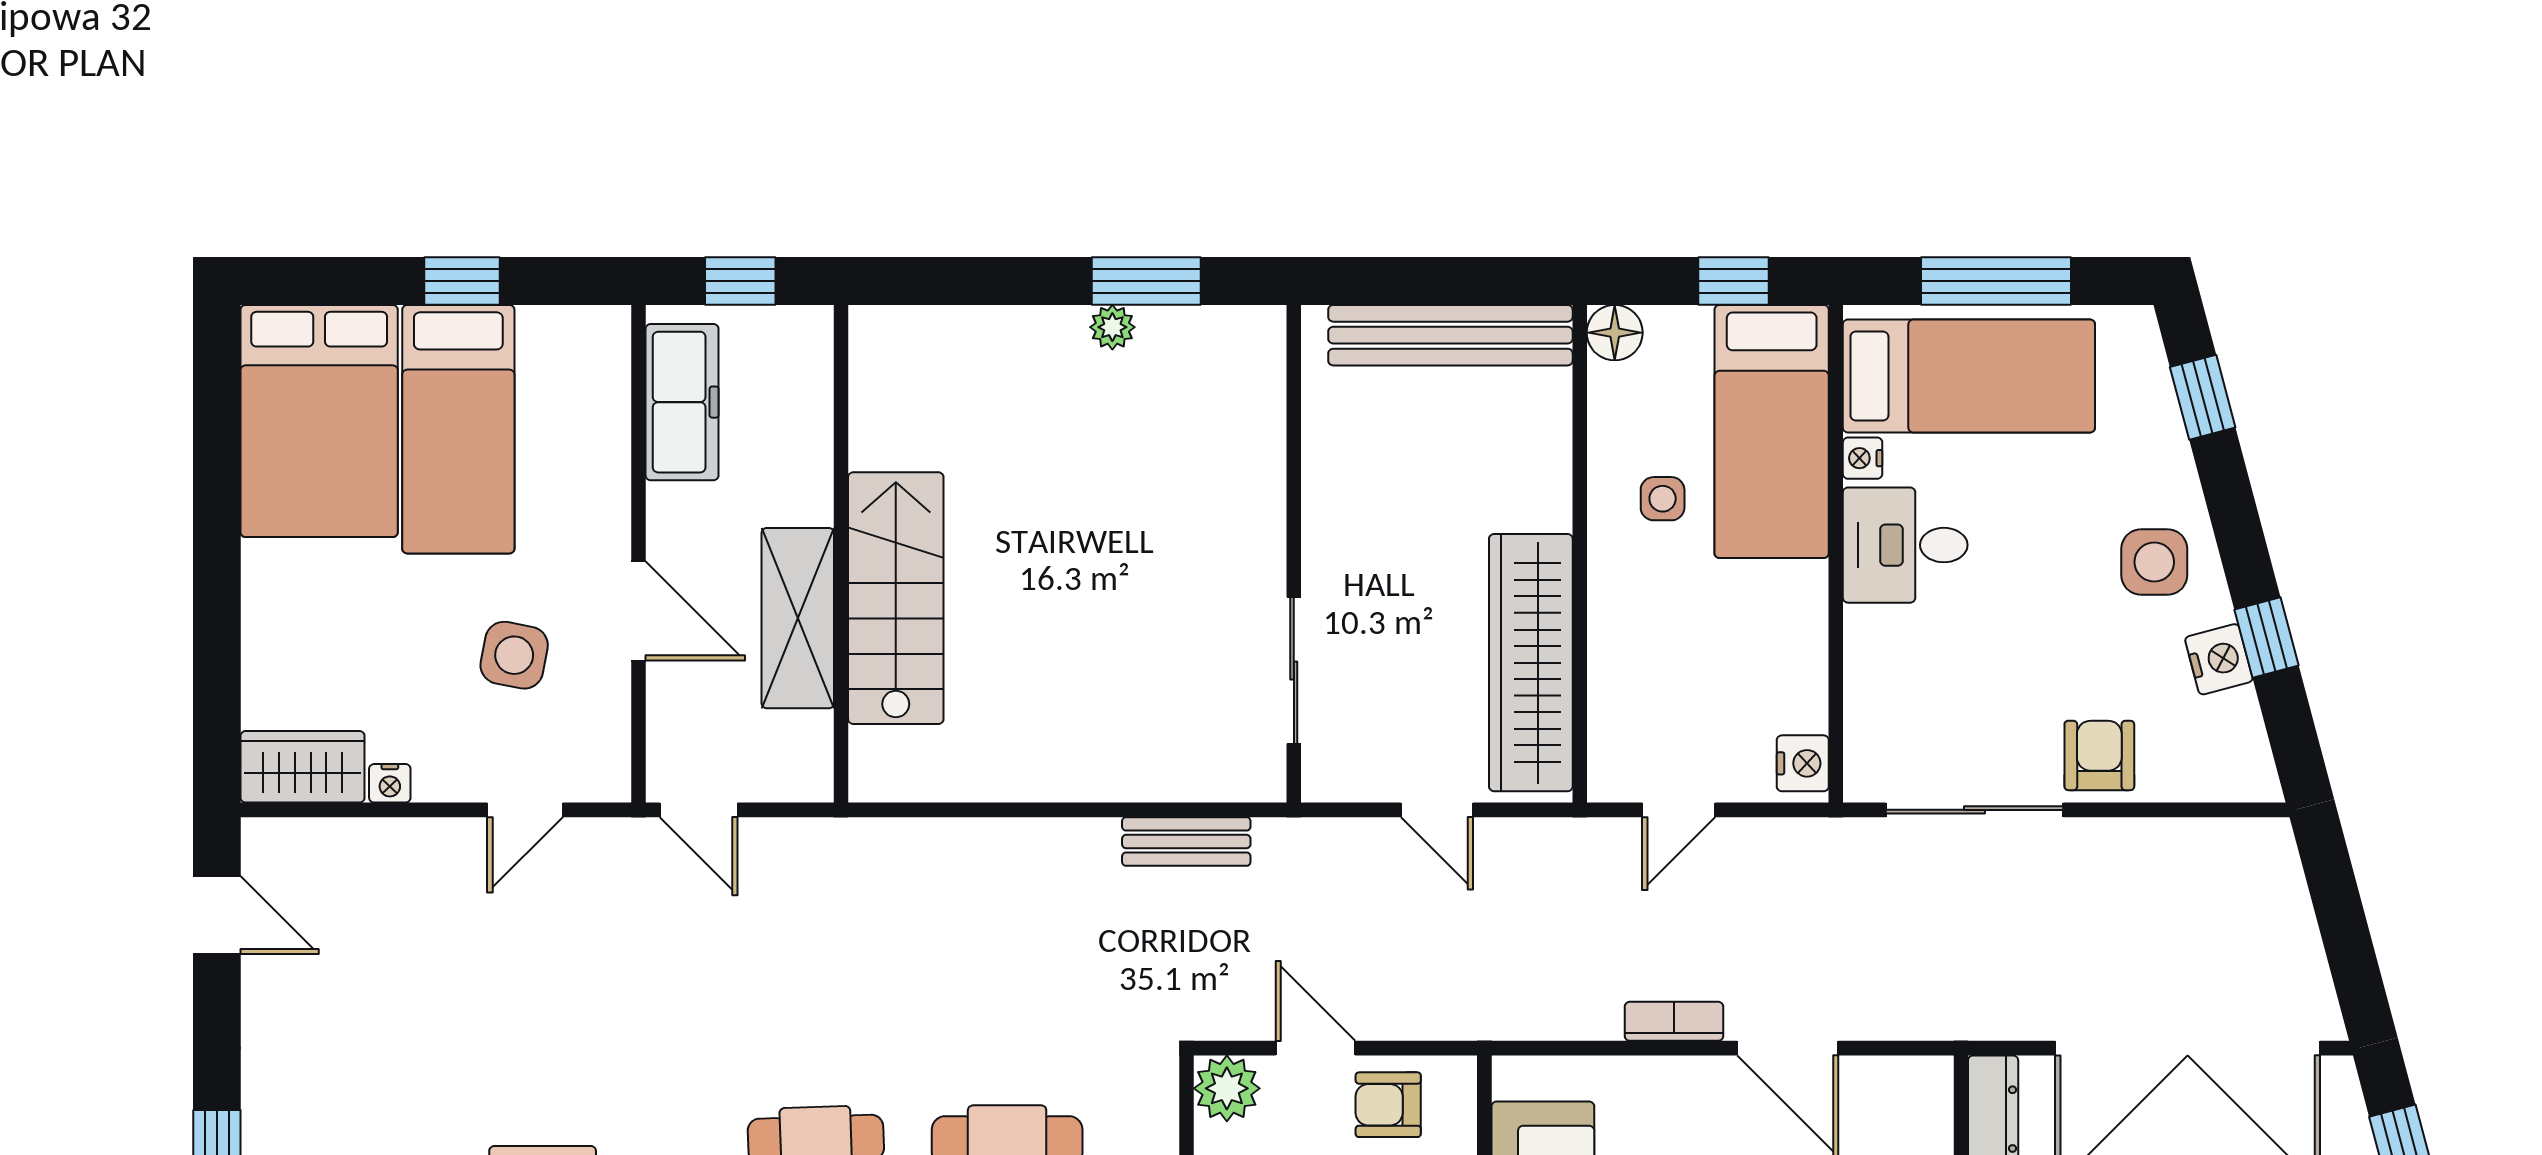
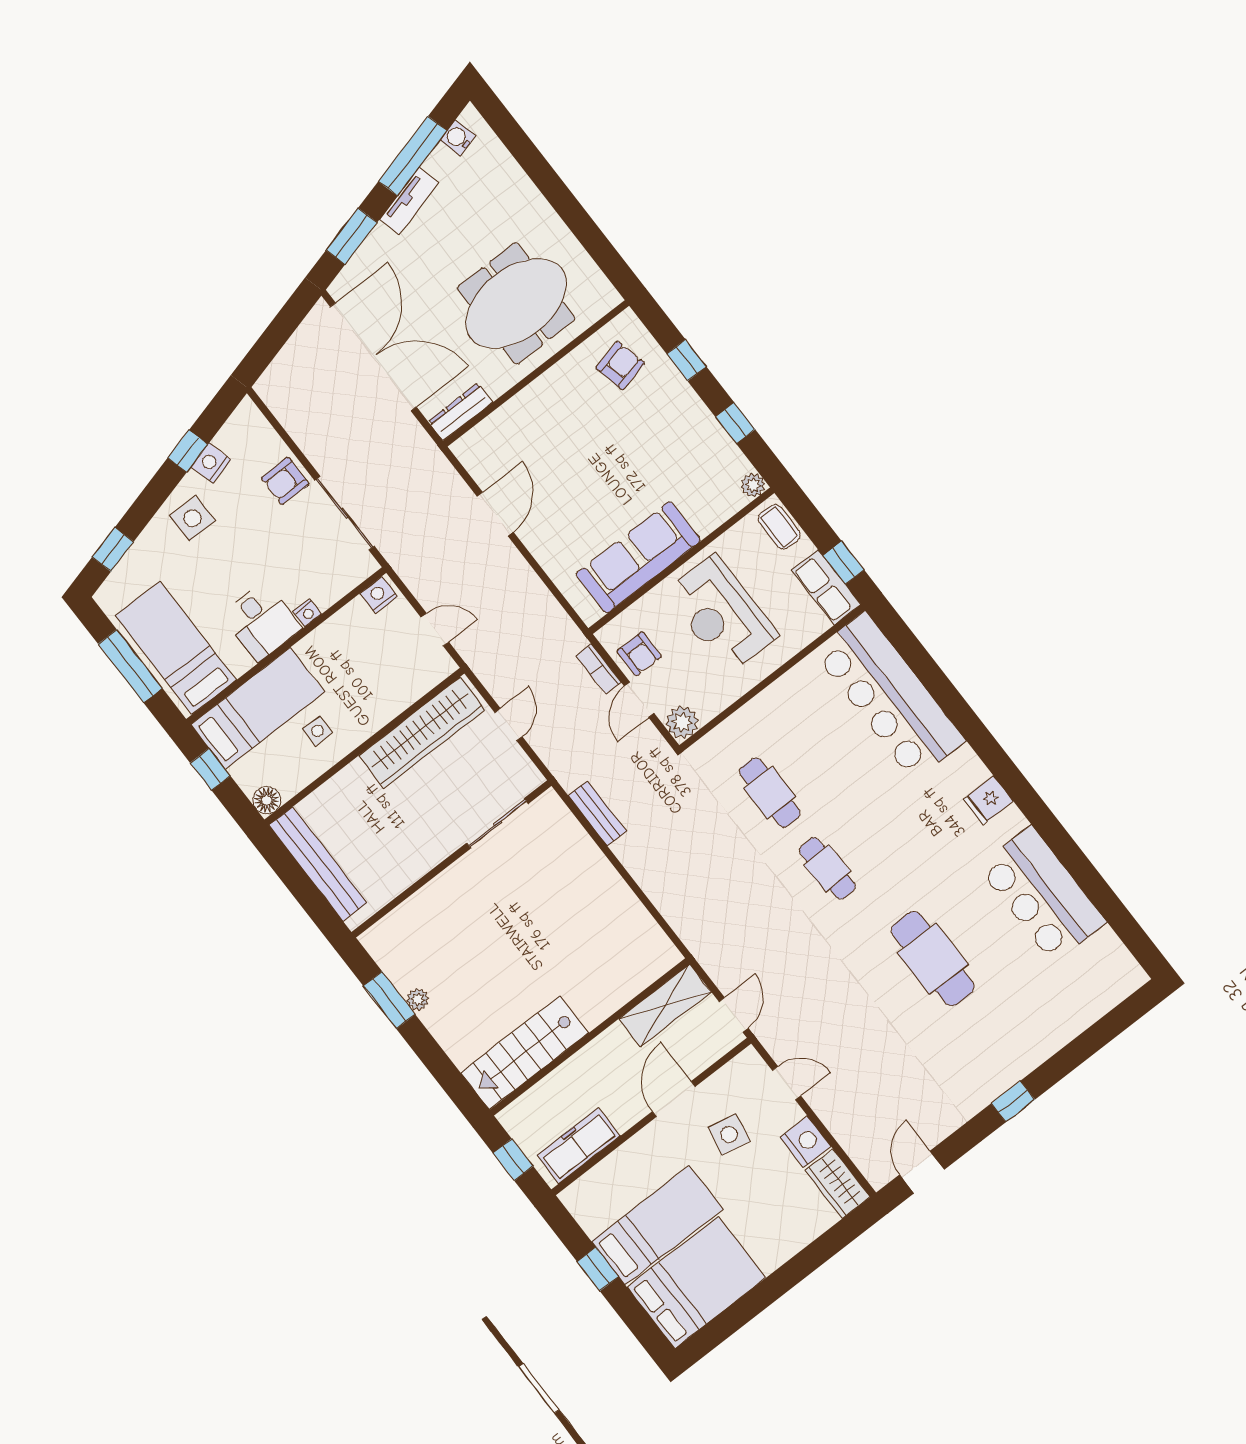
nightstand: (1863, 458) -> (307, 613), moved
stairs: (896, 598) -> (525, 1053), moved
shelving: (798, 618) -> (665, 1006), moved
nightstand: (390, 783) -> (806, 1142), width x1.89, depth x1.79
bookcase: (1674, 1021) -> (599, 669), moved

